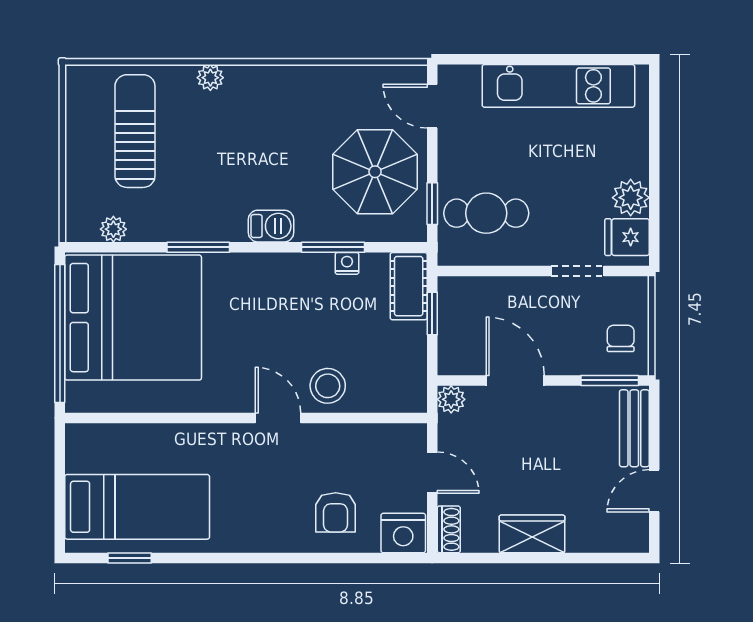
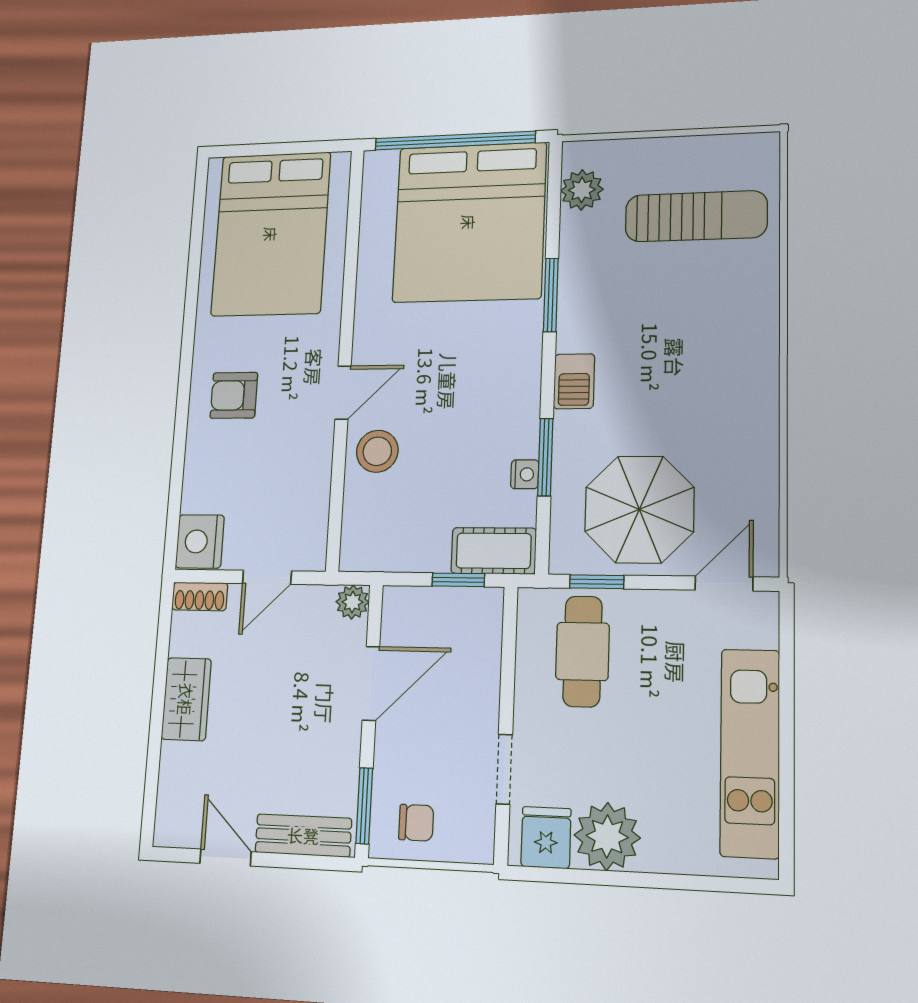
plant: (210, 78) -> (763, 304), removed
plant: (631, 198) -> (607, 836), width x1.36, depth x1.36
plant: (113, 229) -> (582, 190), width x1.38, depth x1.38
bed: (137, 507) -> (271, 234), width x1.50
armchair: (336, 512) -> (234, 395), moved
window: (130, 558) -> (197, 228), removed

